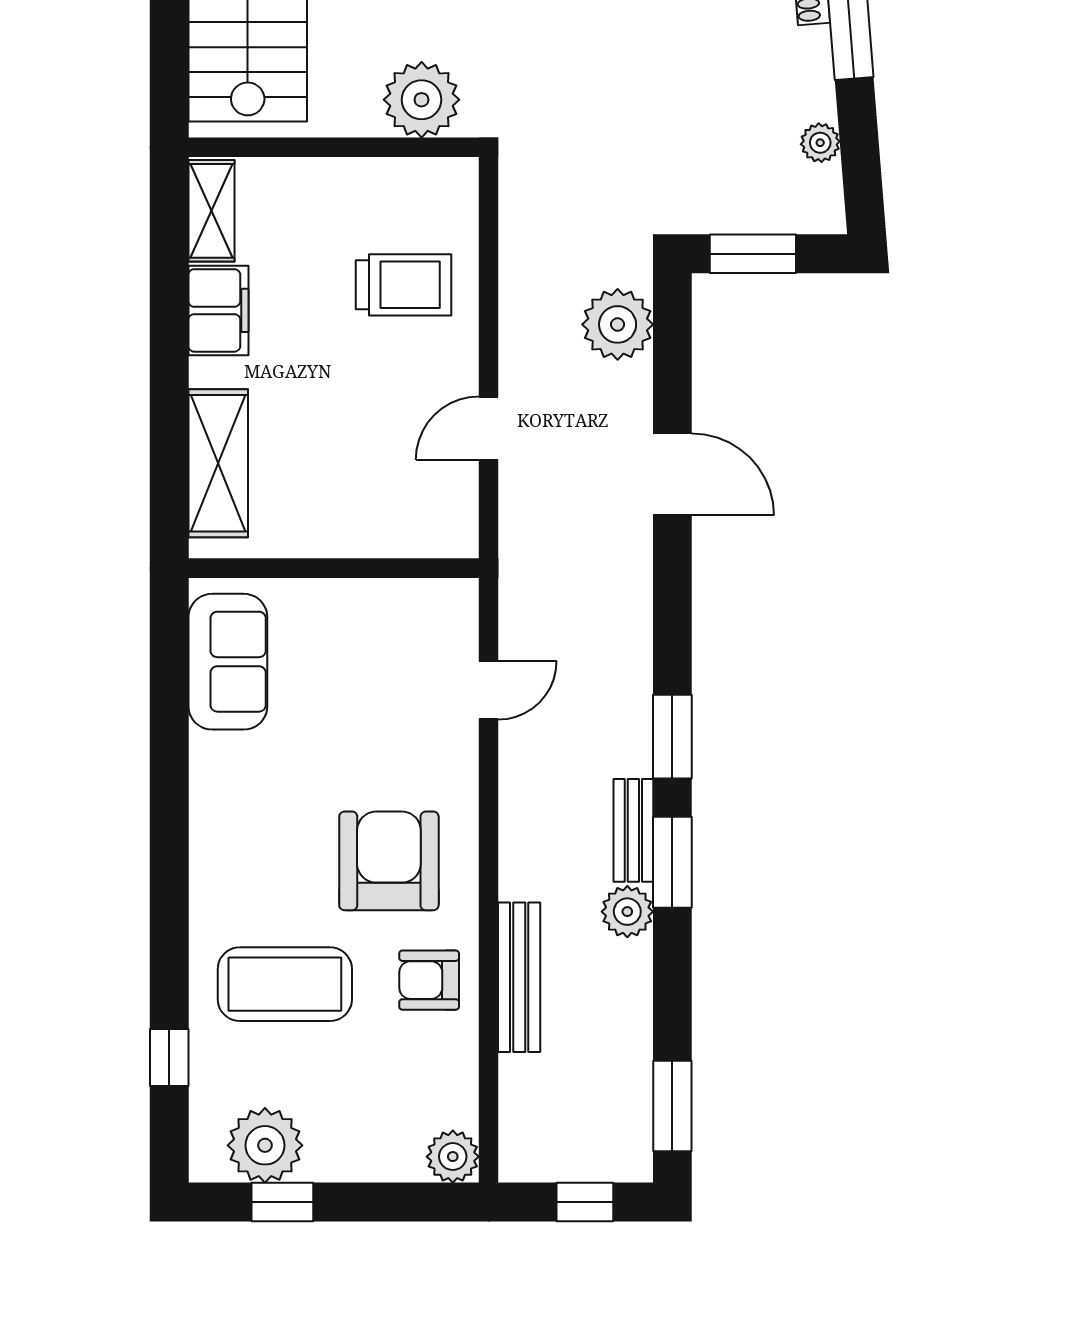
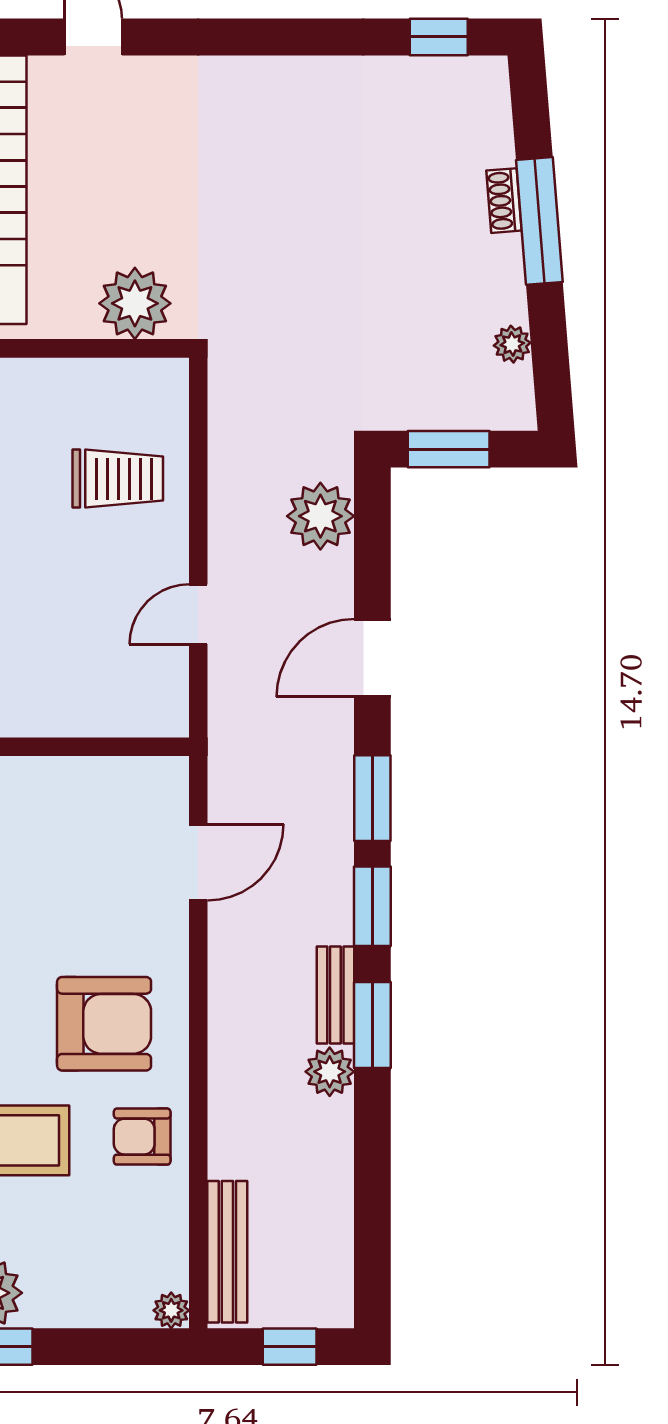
door: (672, 474) -> (372, 658), swing flipped
door: (489, 690) -> (198, 862), width x1.38
armchair: (389, 861) -> (104, 1024), turned 90
bench: (519, 977) -> (227, 1252), moved
window: (672, 1106) -> (372, 798), moved
plant: (453, 1157) -> (171, 1310), width x0.73, depth x0.73

